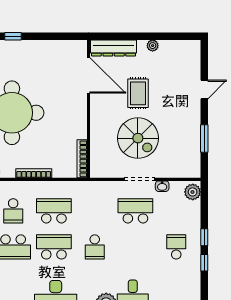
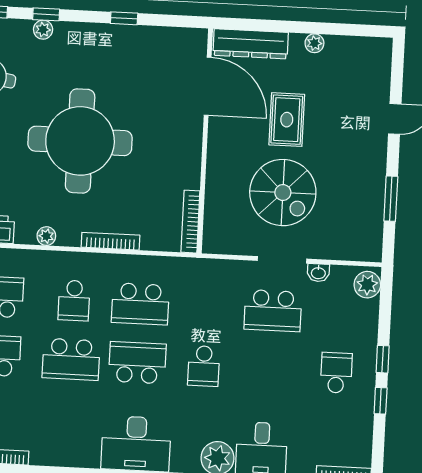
window: (13, 36) -> (124, 18), moved
school desk: (54, 211) -> (140, 304), turned 180
school desk: (135, 211) -> (273, 311), turned 180

